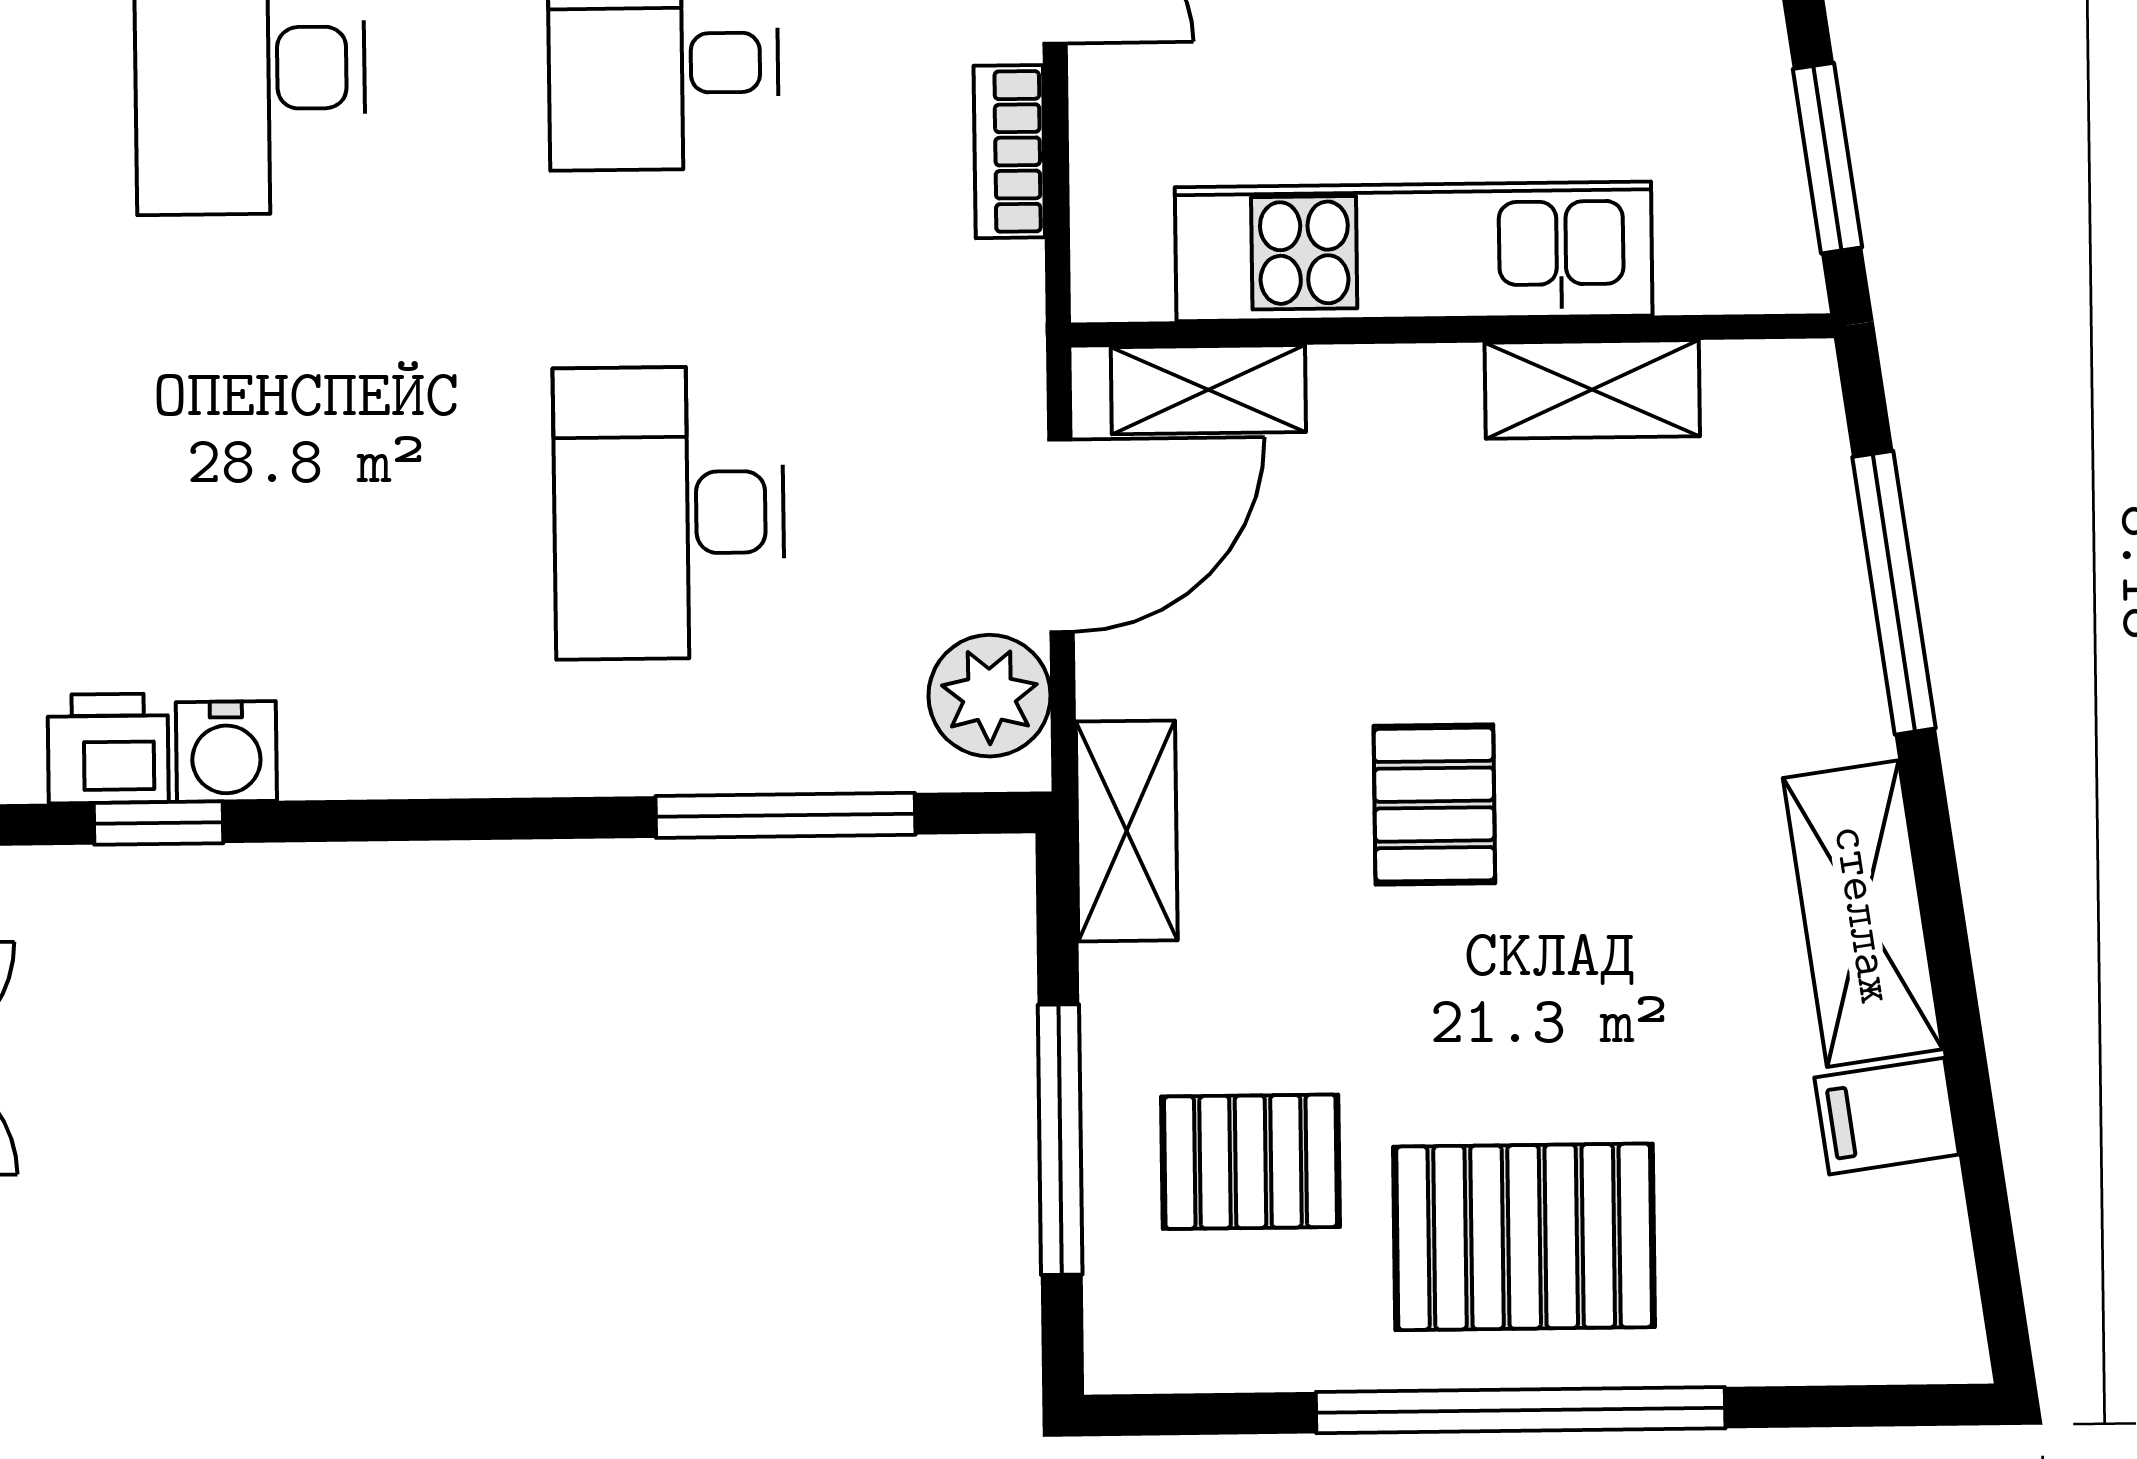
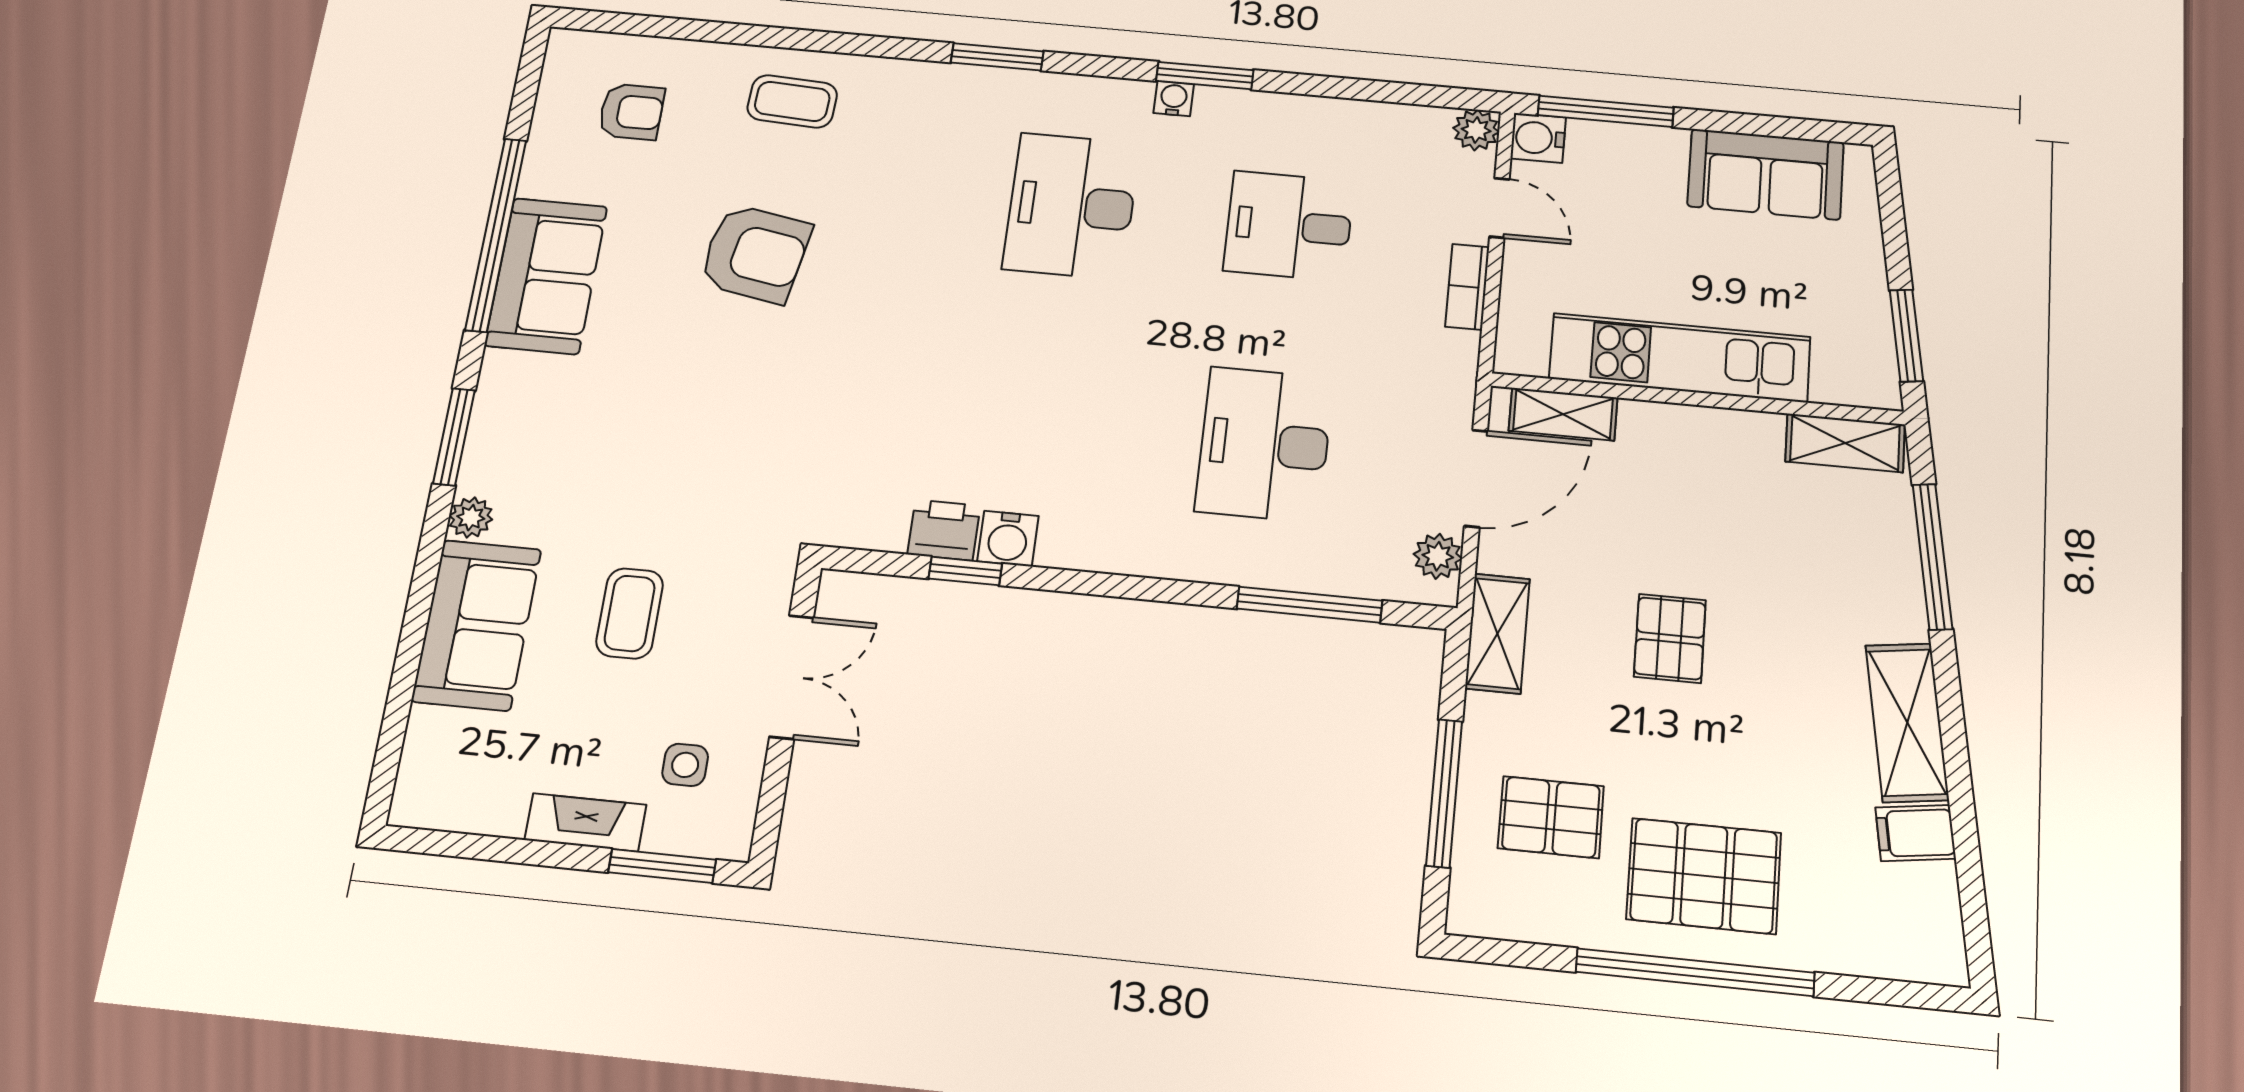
shelving: (1592, 389) -> (1845, 443), moved
plant: (990, 696) -> (1438, 556), width x0.73, depth x0.73

